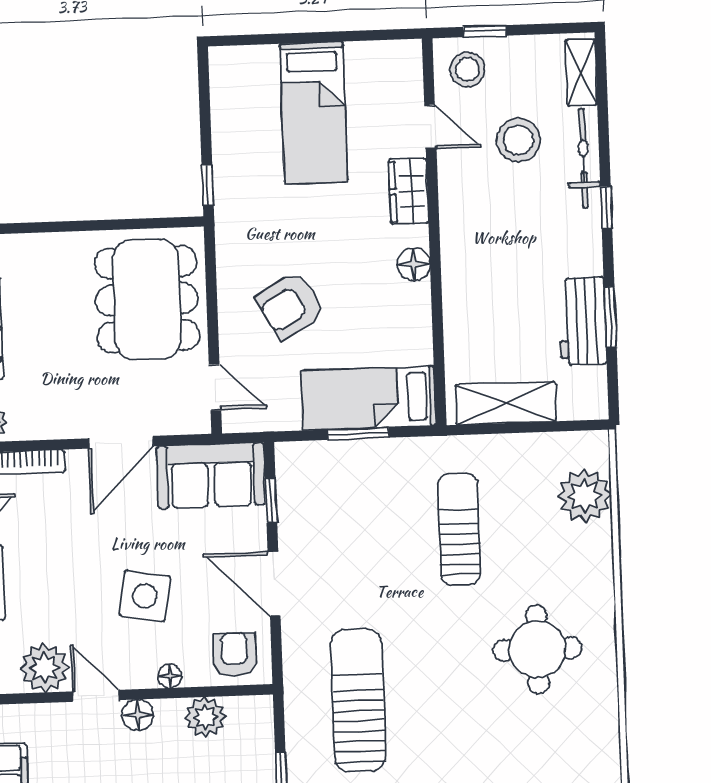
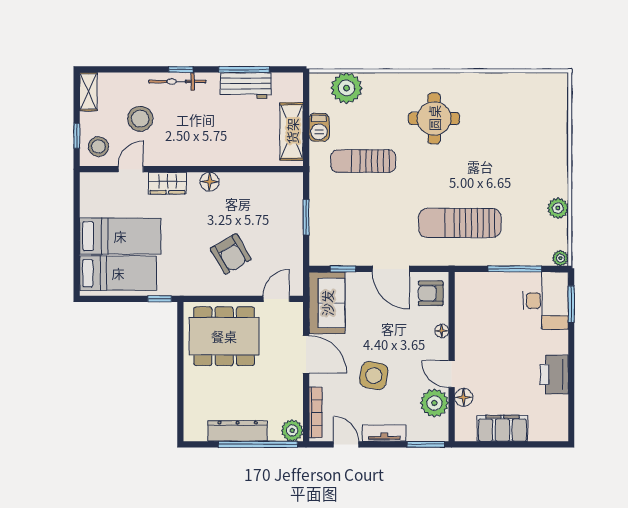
shelving: (581, 73) -> (88, 92), moved, turned 90
bicycle: (584, 158) -> (177, 82), moved
window: (610, 317) -> (244, 69), width x1.44
bed: (369, 398) -> (118, 273), moved, turned -90
barbecue: (515, 450) -> (319, 127), added
door: (274, 584) -> (391, 269), hinge flipped
side table: (145, 596) -> (374, 376), moved
door: (96, 696) -> (452, 374), hinge flipped
floor lamp: (138, 715) -> (464, 397), moved
plant: (205, 717) -> (466, 311), removed

